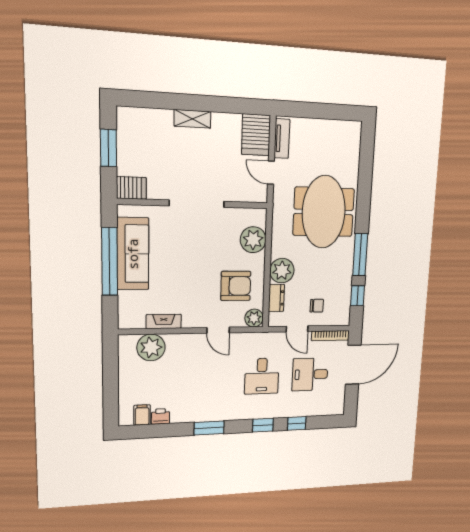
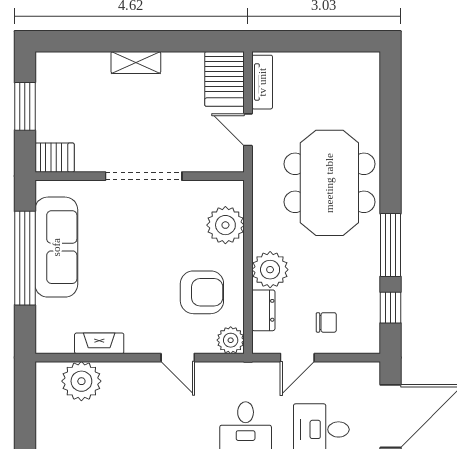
door: (297, 329) -> (297, 358), hinge flipped
bookcase: (330, 336) -> (351, 369), removed

